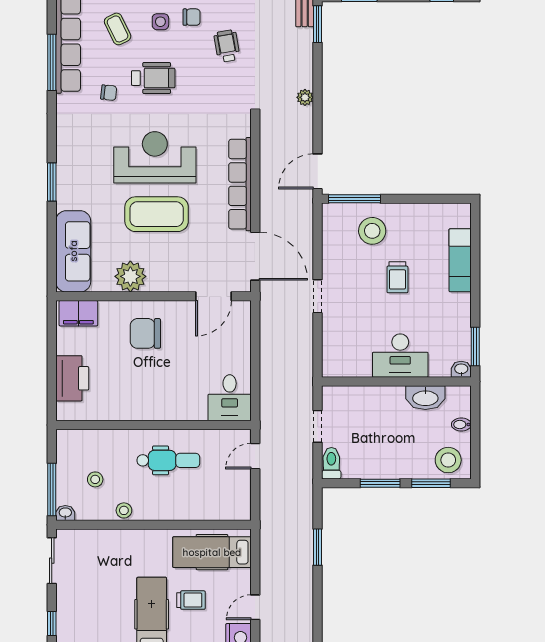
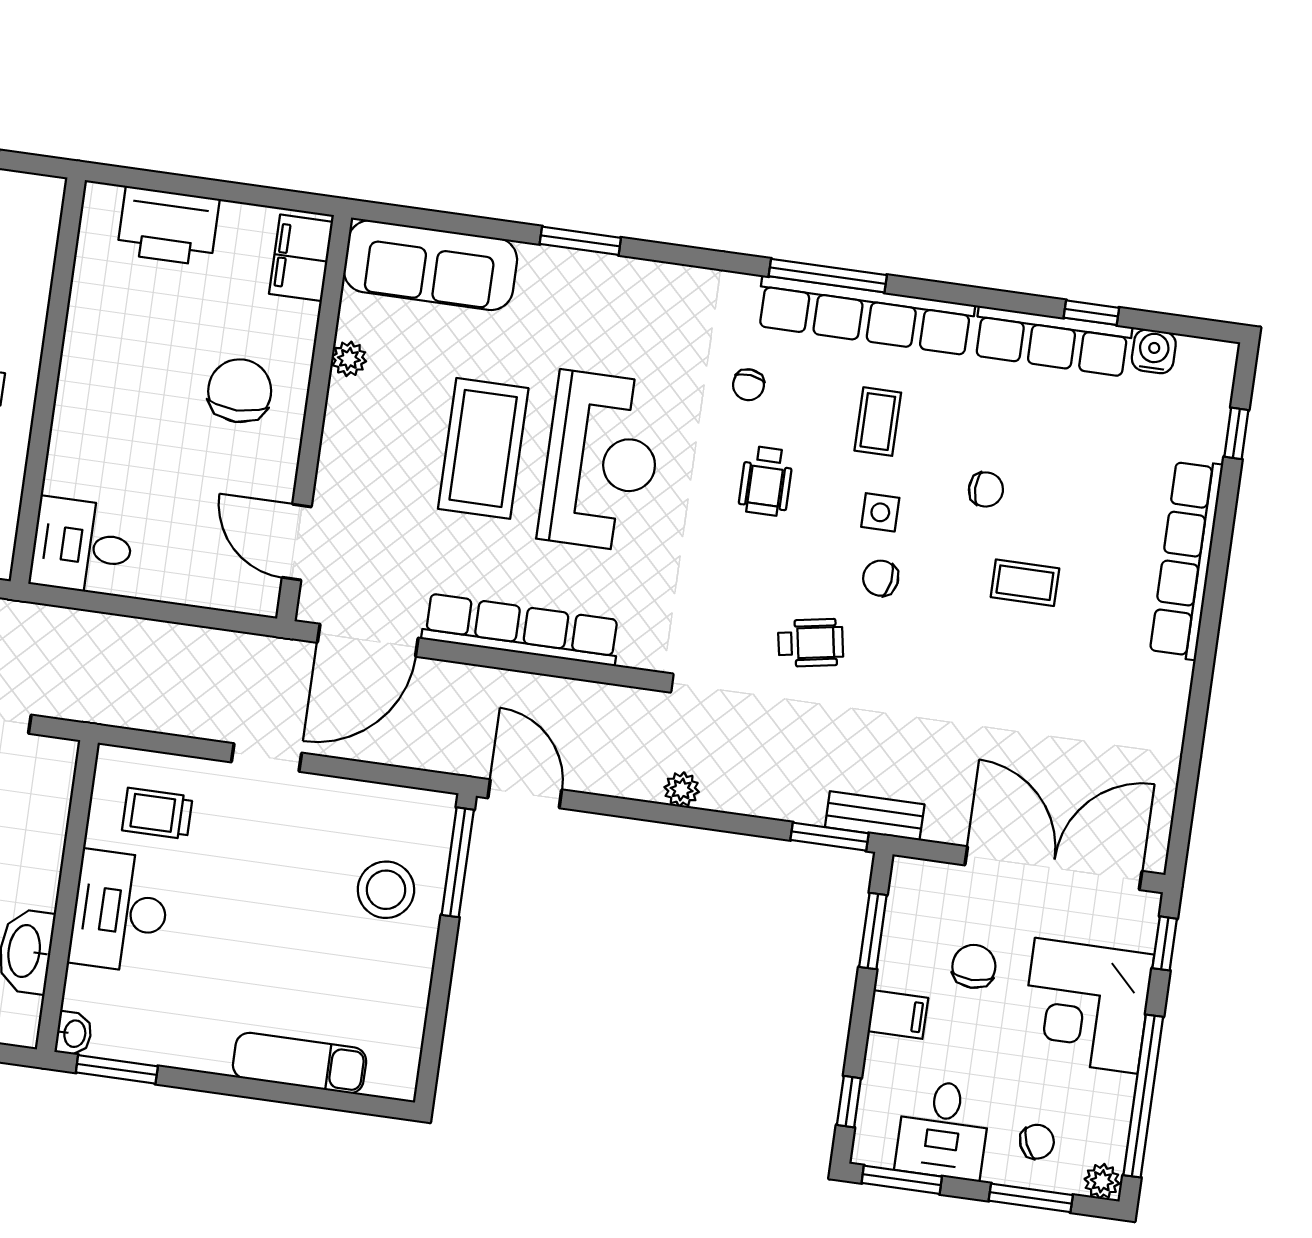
chair: (192, 17) -> (881, 578), turned 99
coffee table: (118, 29) -> (878, 422), turned -64
wheelchair: (153, 78) -> (766, 481), width x0.73, depth x0.73
plant: (130, 276) -> (349, 359), width x0.53, depth x0.53
trolley: (397, 277) -> (157, 813), moved

